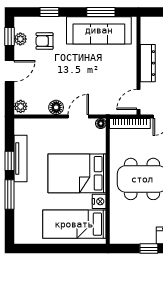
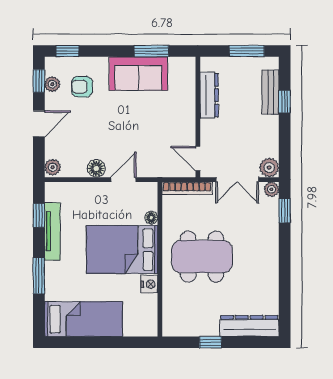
window: (49, 12) -> (67, 51), moved
sofa: (99, 30) -> (138, 74), width x0.73
dresser: (148, 63) -> (209, 95), moved
door: (139, 99) -> (198, 159), hinge flipped
floor lamp: (101, 123) -> (151, 218), moved
window: (10, 161) -> (39, 215), moved
bed: (74, 224) -> (83, 319), moved, turned 180

